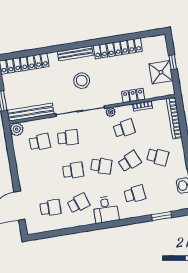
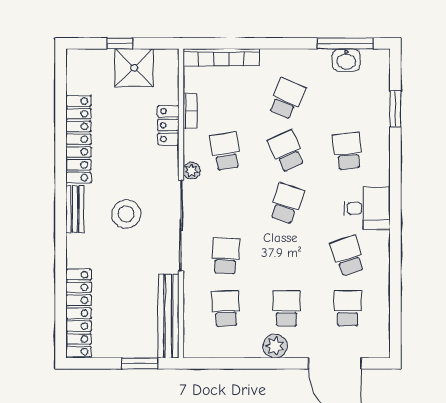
bench: (75, 53) -> (75, 209), width x0.73
plant: (17, 129) -> (275, 346), moved
school desk: (73, 170) -> (287, 308), moved

